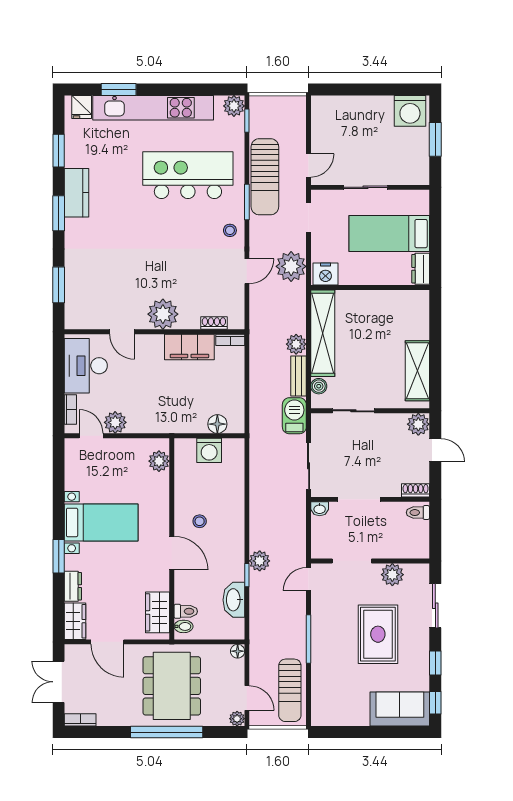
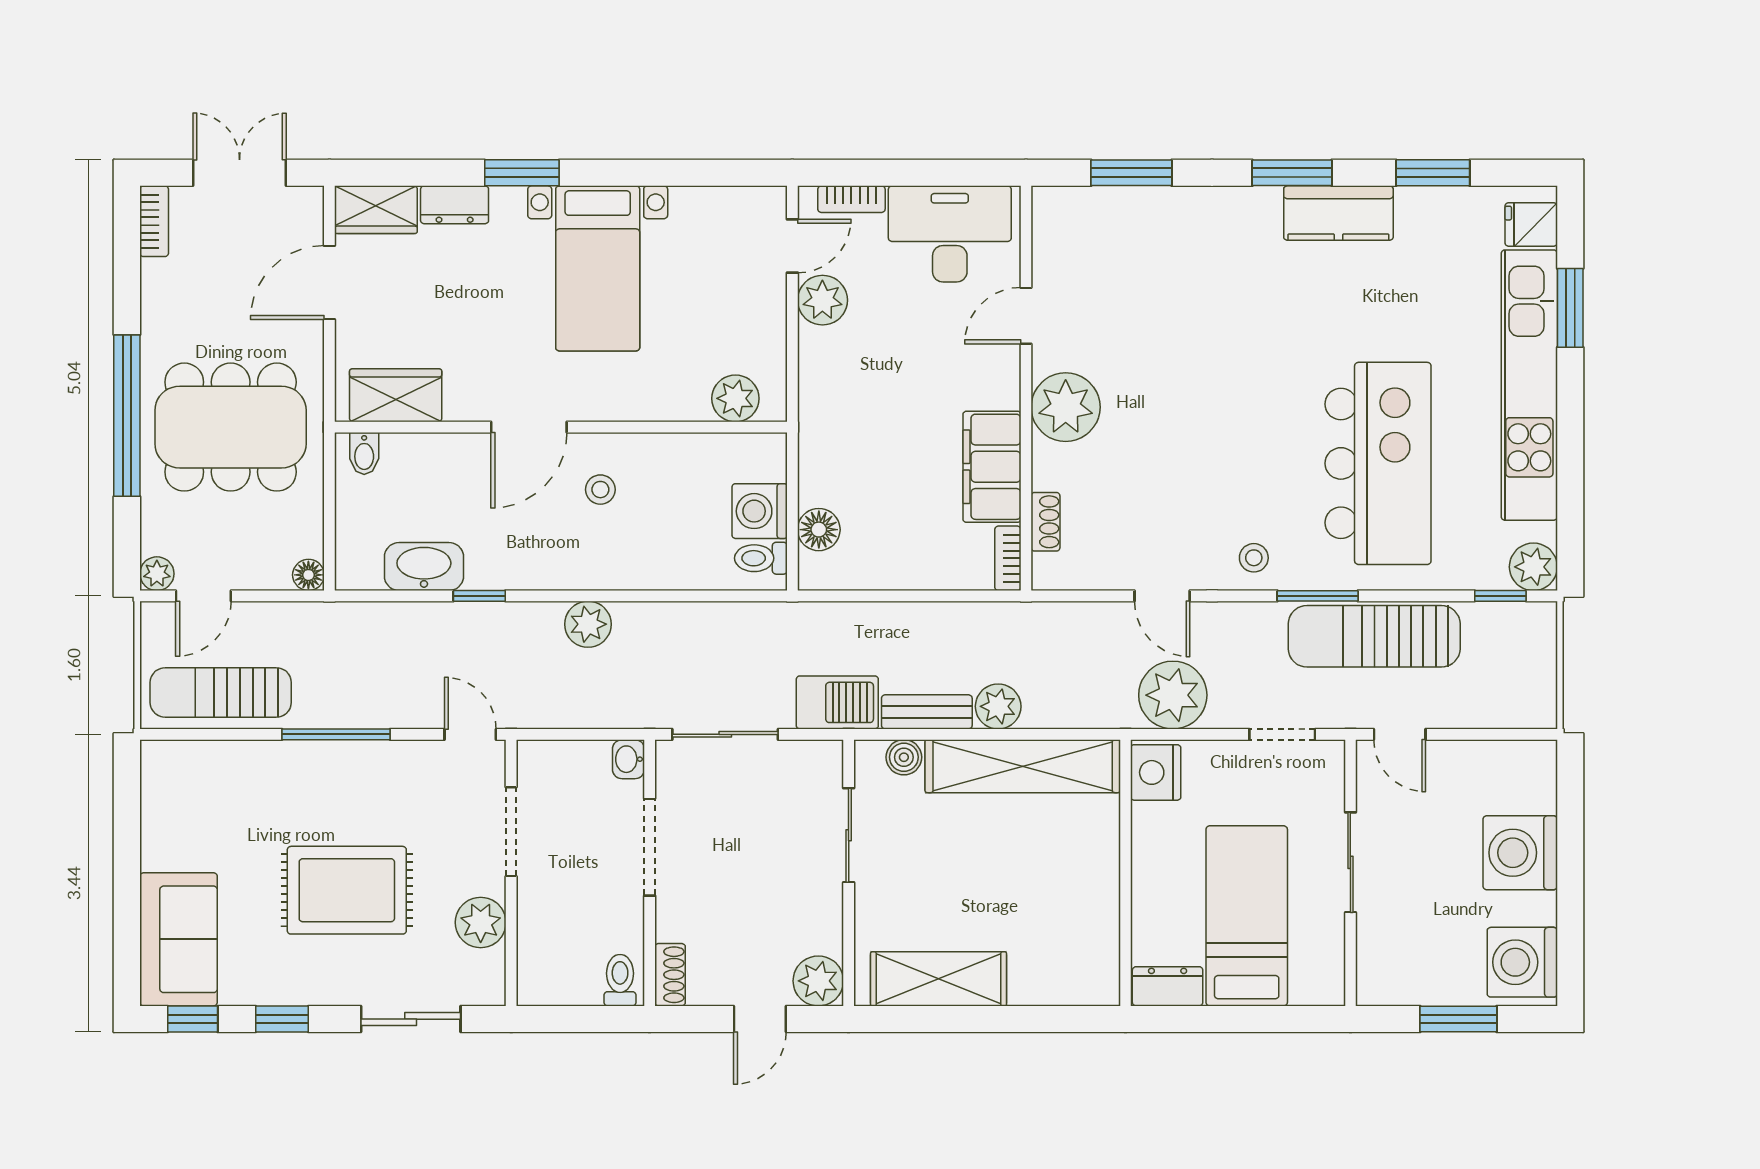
washing machine: (361, 112) -> (1520, 853), added
plant: (260, 561) -> (588, 624), moved
toilet: (186, 611) -> (761, 558), moved, turned 90

